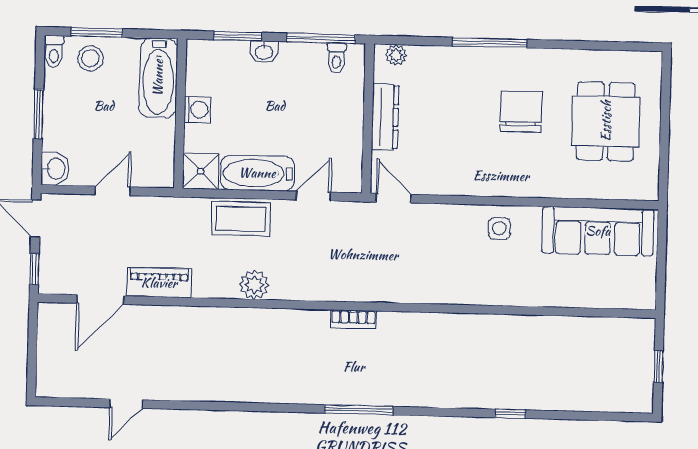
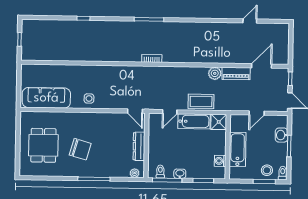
washbasin: (264, 52) -> (180, 174), moved
bathtub: (158, 78) -> (238, 149), moved
washing machine: (197, 110) -> (220, 161), moved
chair: (521, 112) -> (80, 149), turned -74
washbasin: (55, 169) -> (281, 135), moved
plant: (254, 285) -> (215, 73), moved

